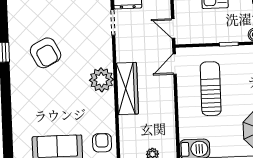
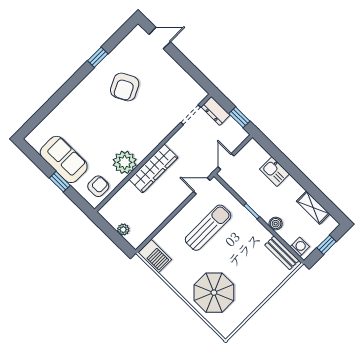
plant: (101, 80) -> (125, 162), moved

